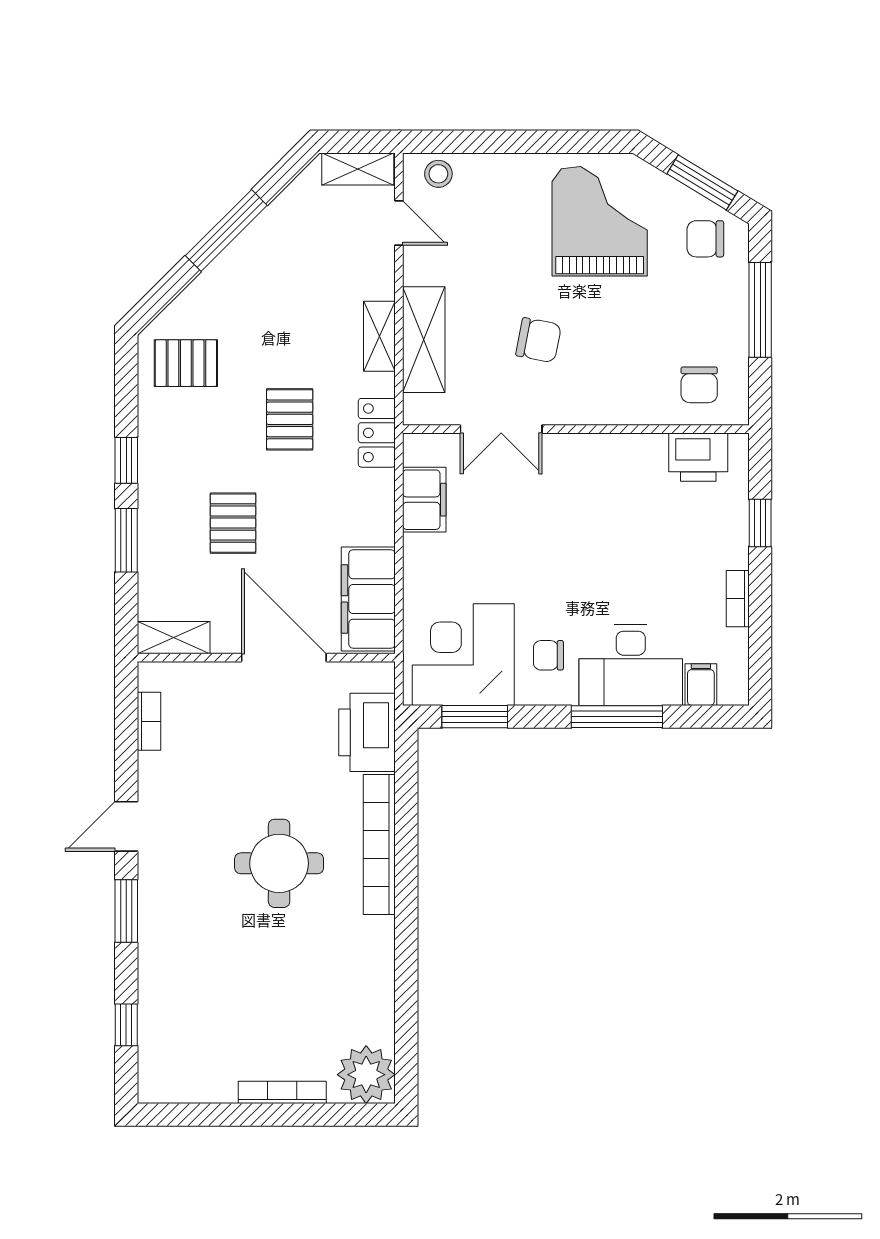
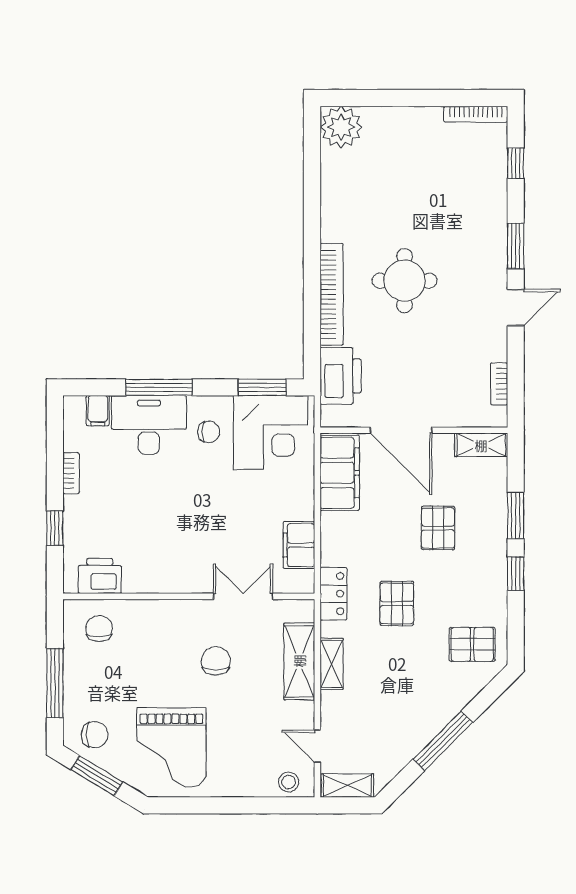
chair: (538, 340) -> (216, 661), turned 79
bookcase: (282, 1092) -> (476, 114), moved

